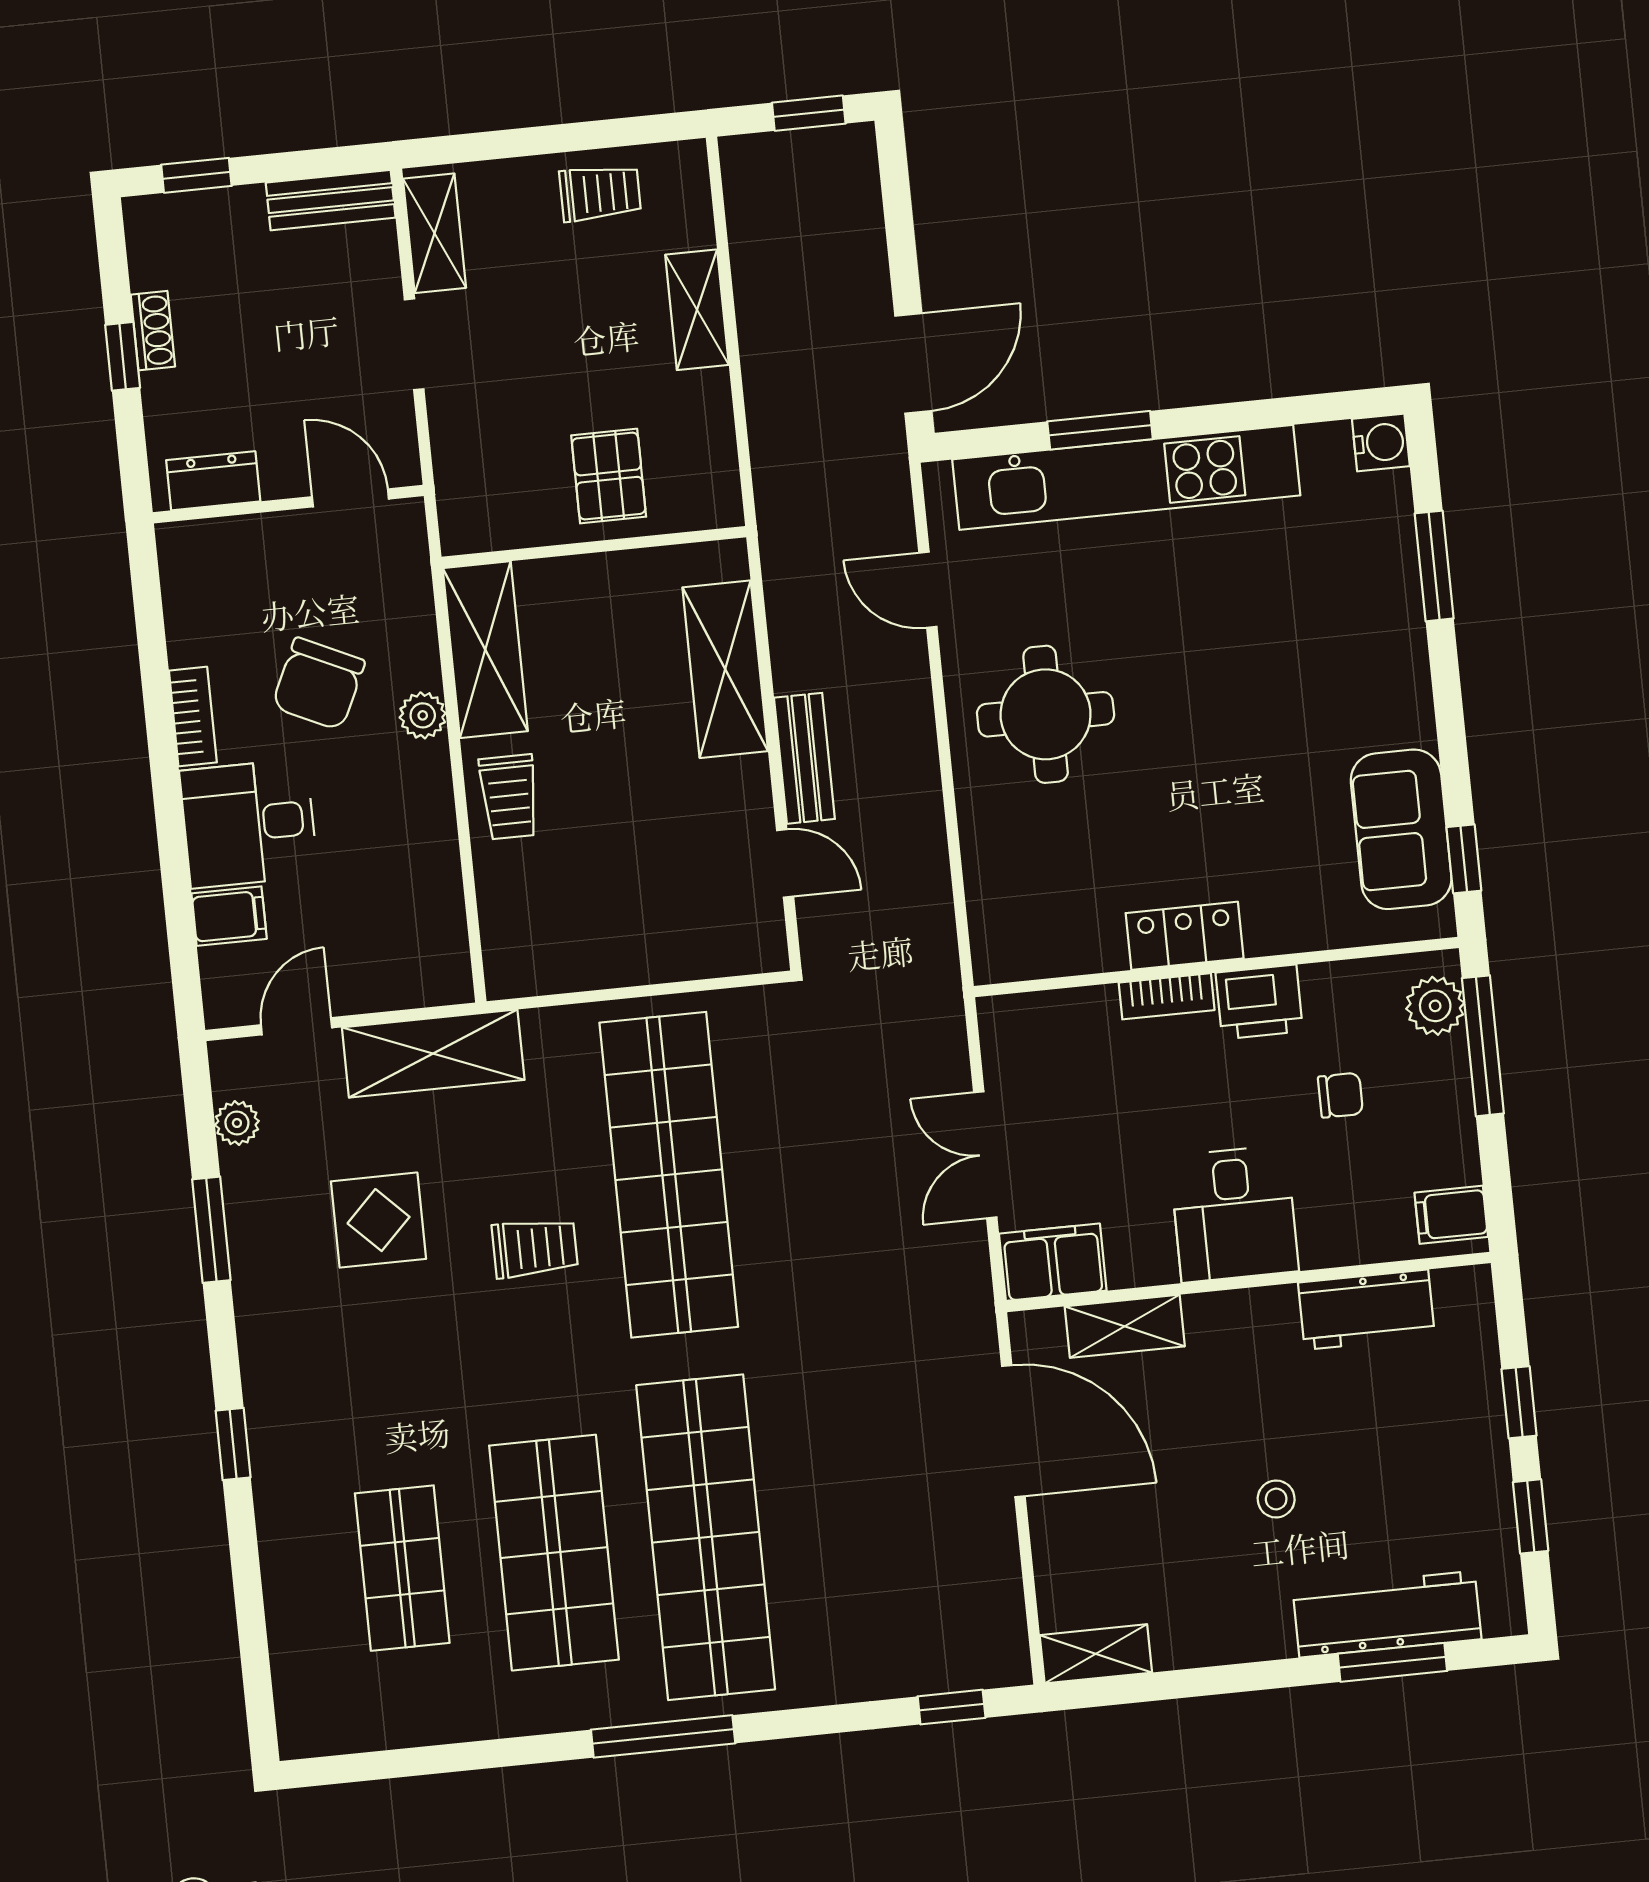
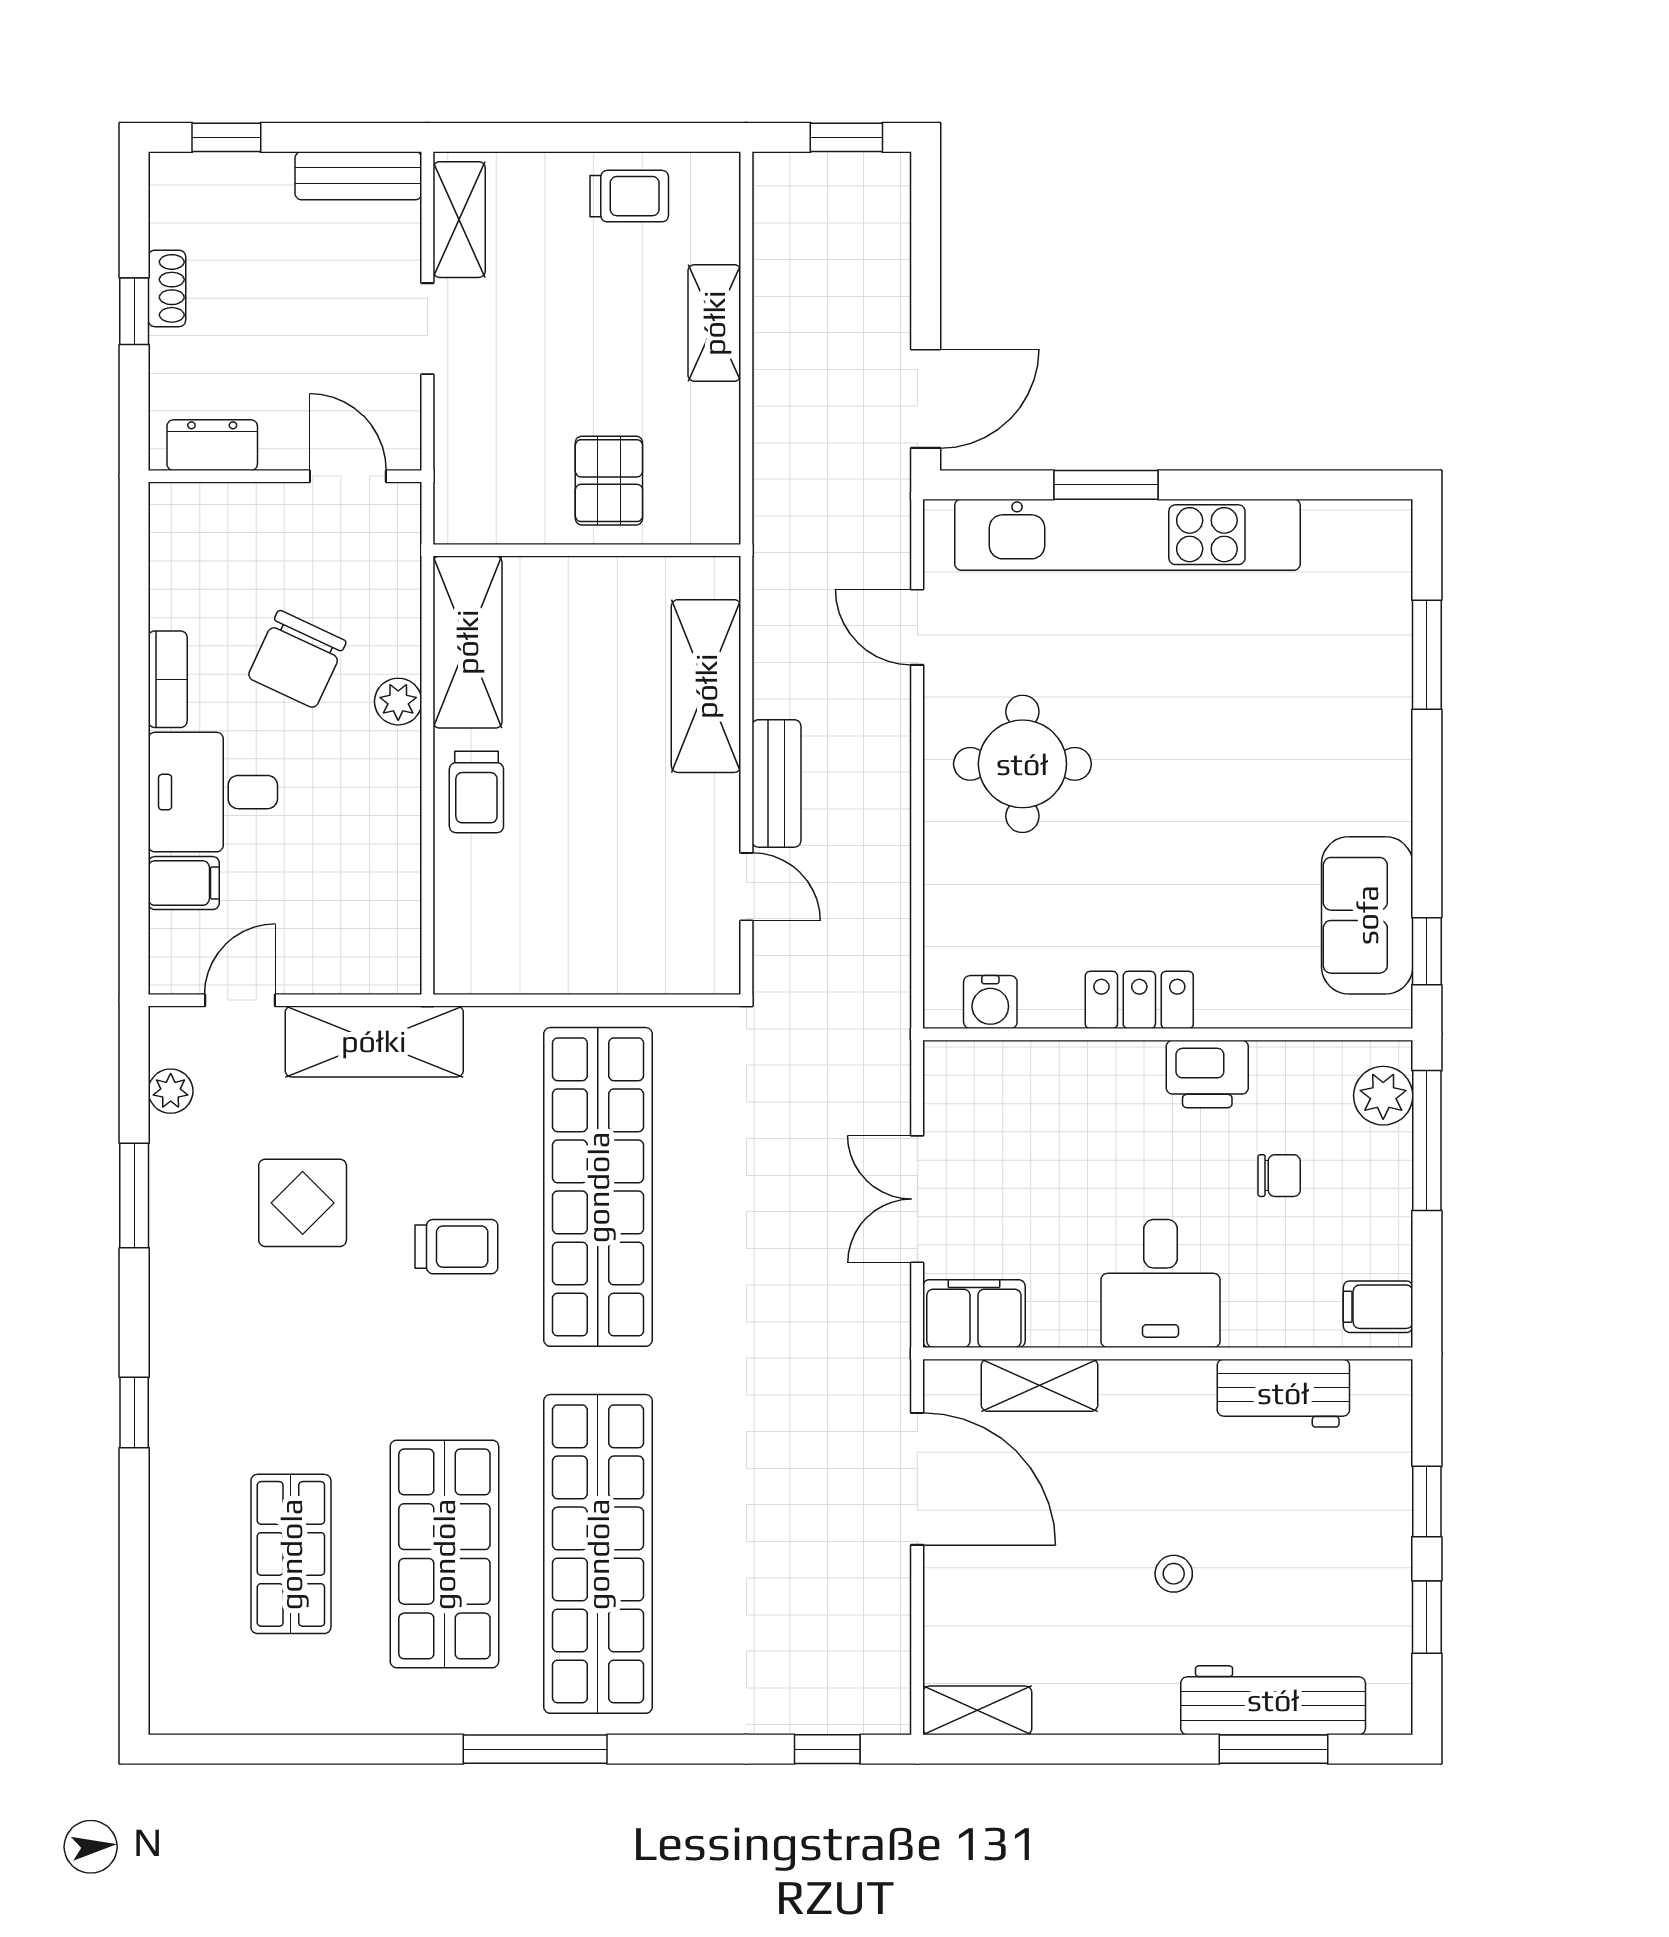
water cooler: (1381, 443) -> (990, 1002), moved, turned 90
bookcase: (1167, 996) -> (1115, 1059), removed

